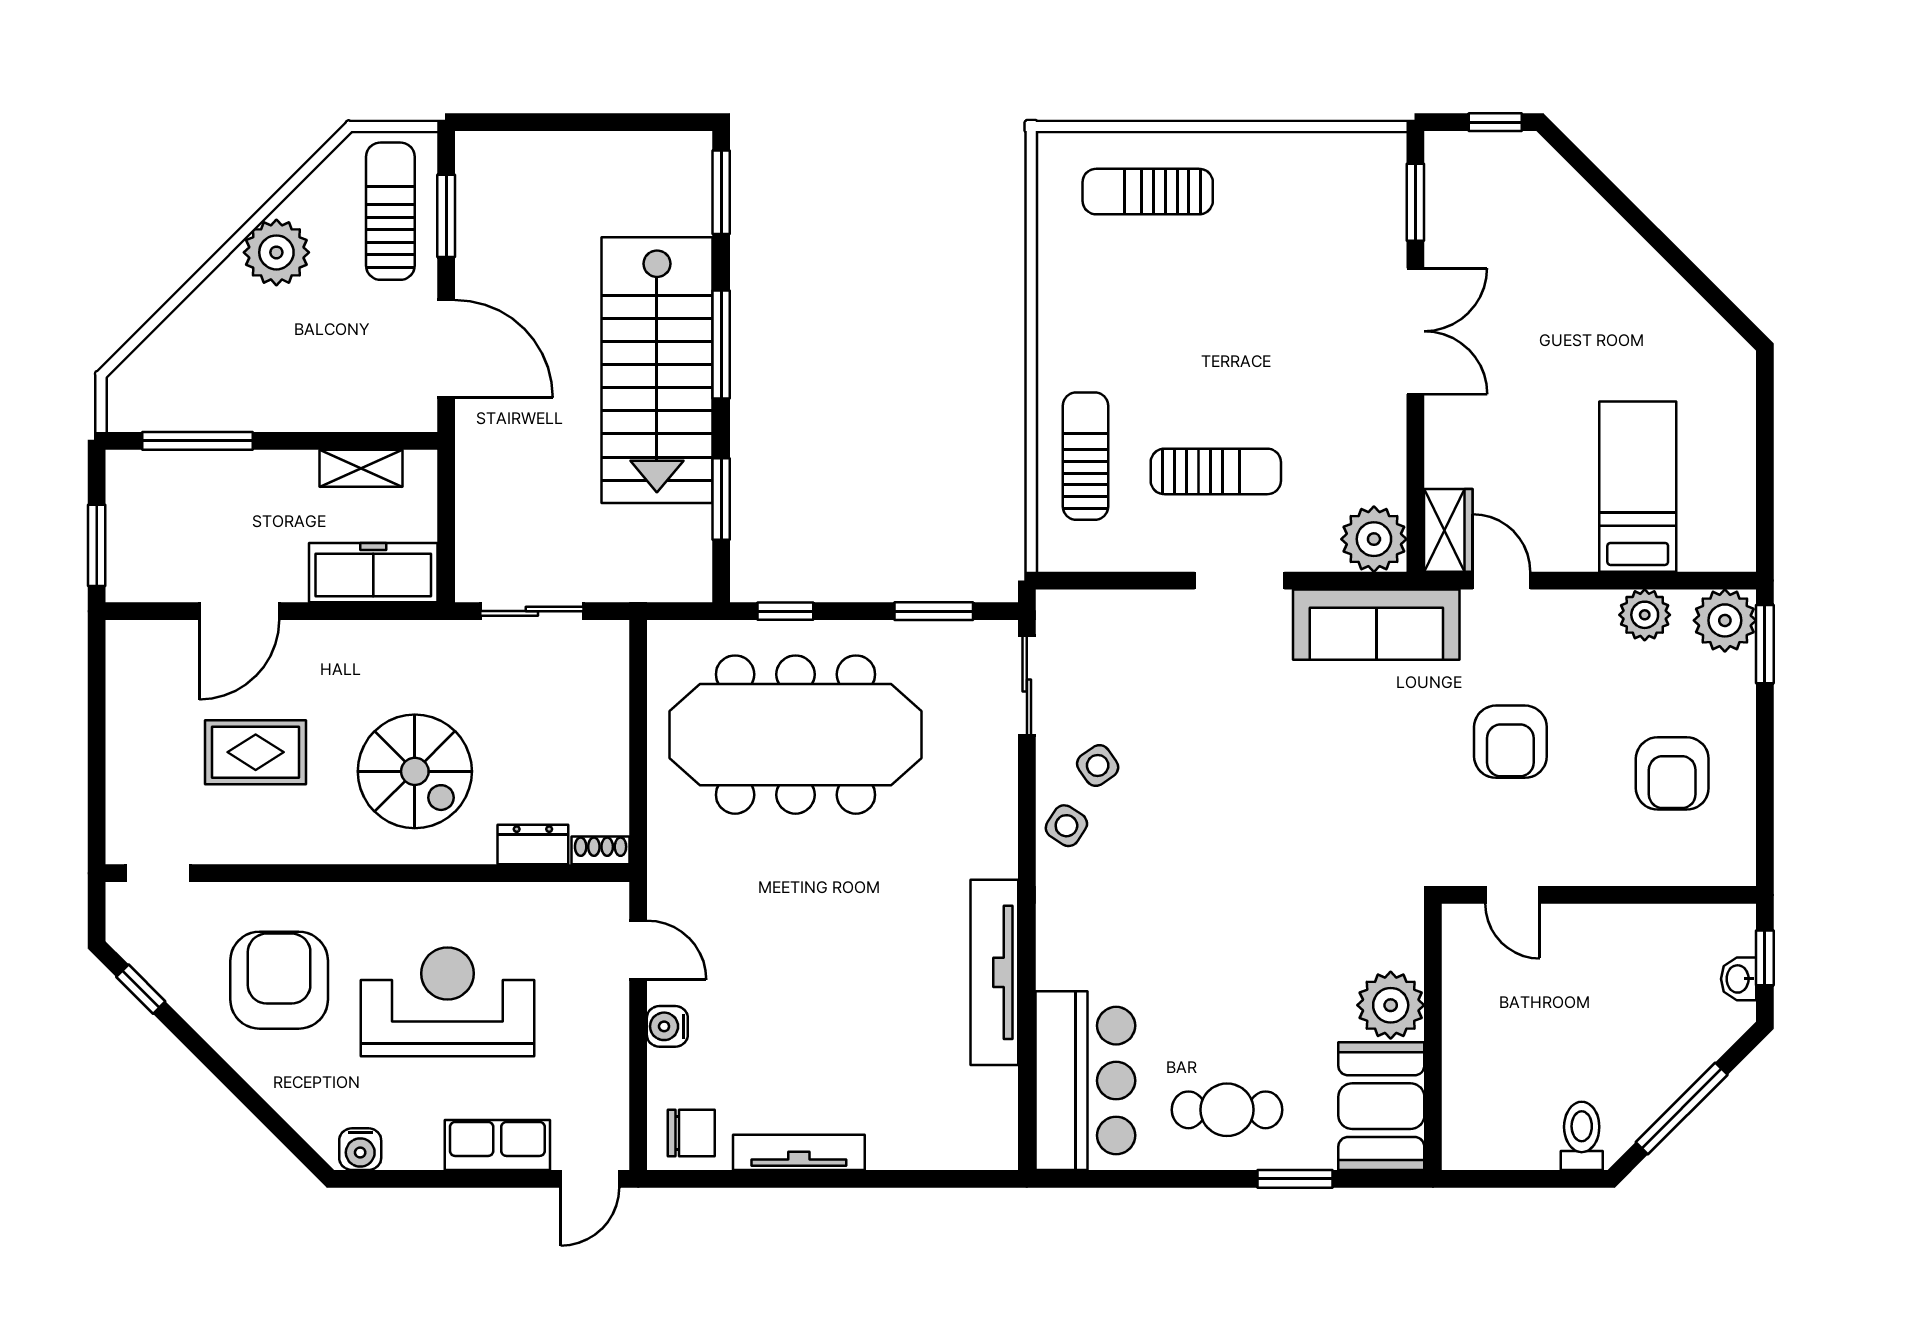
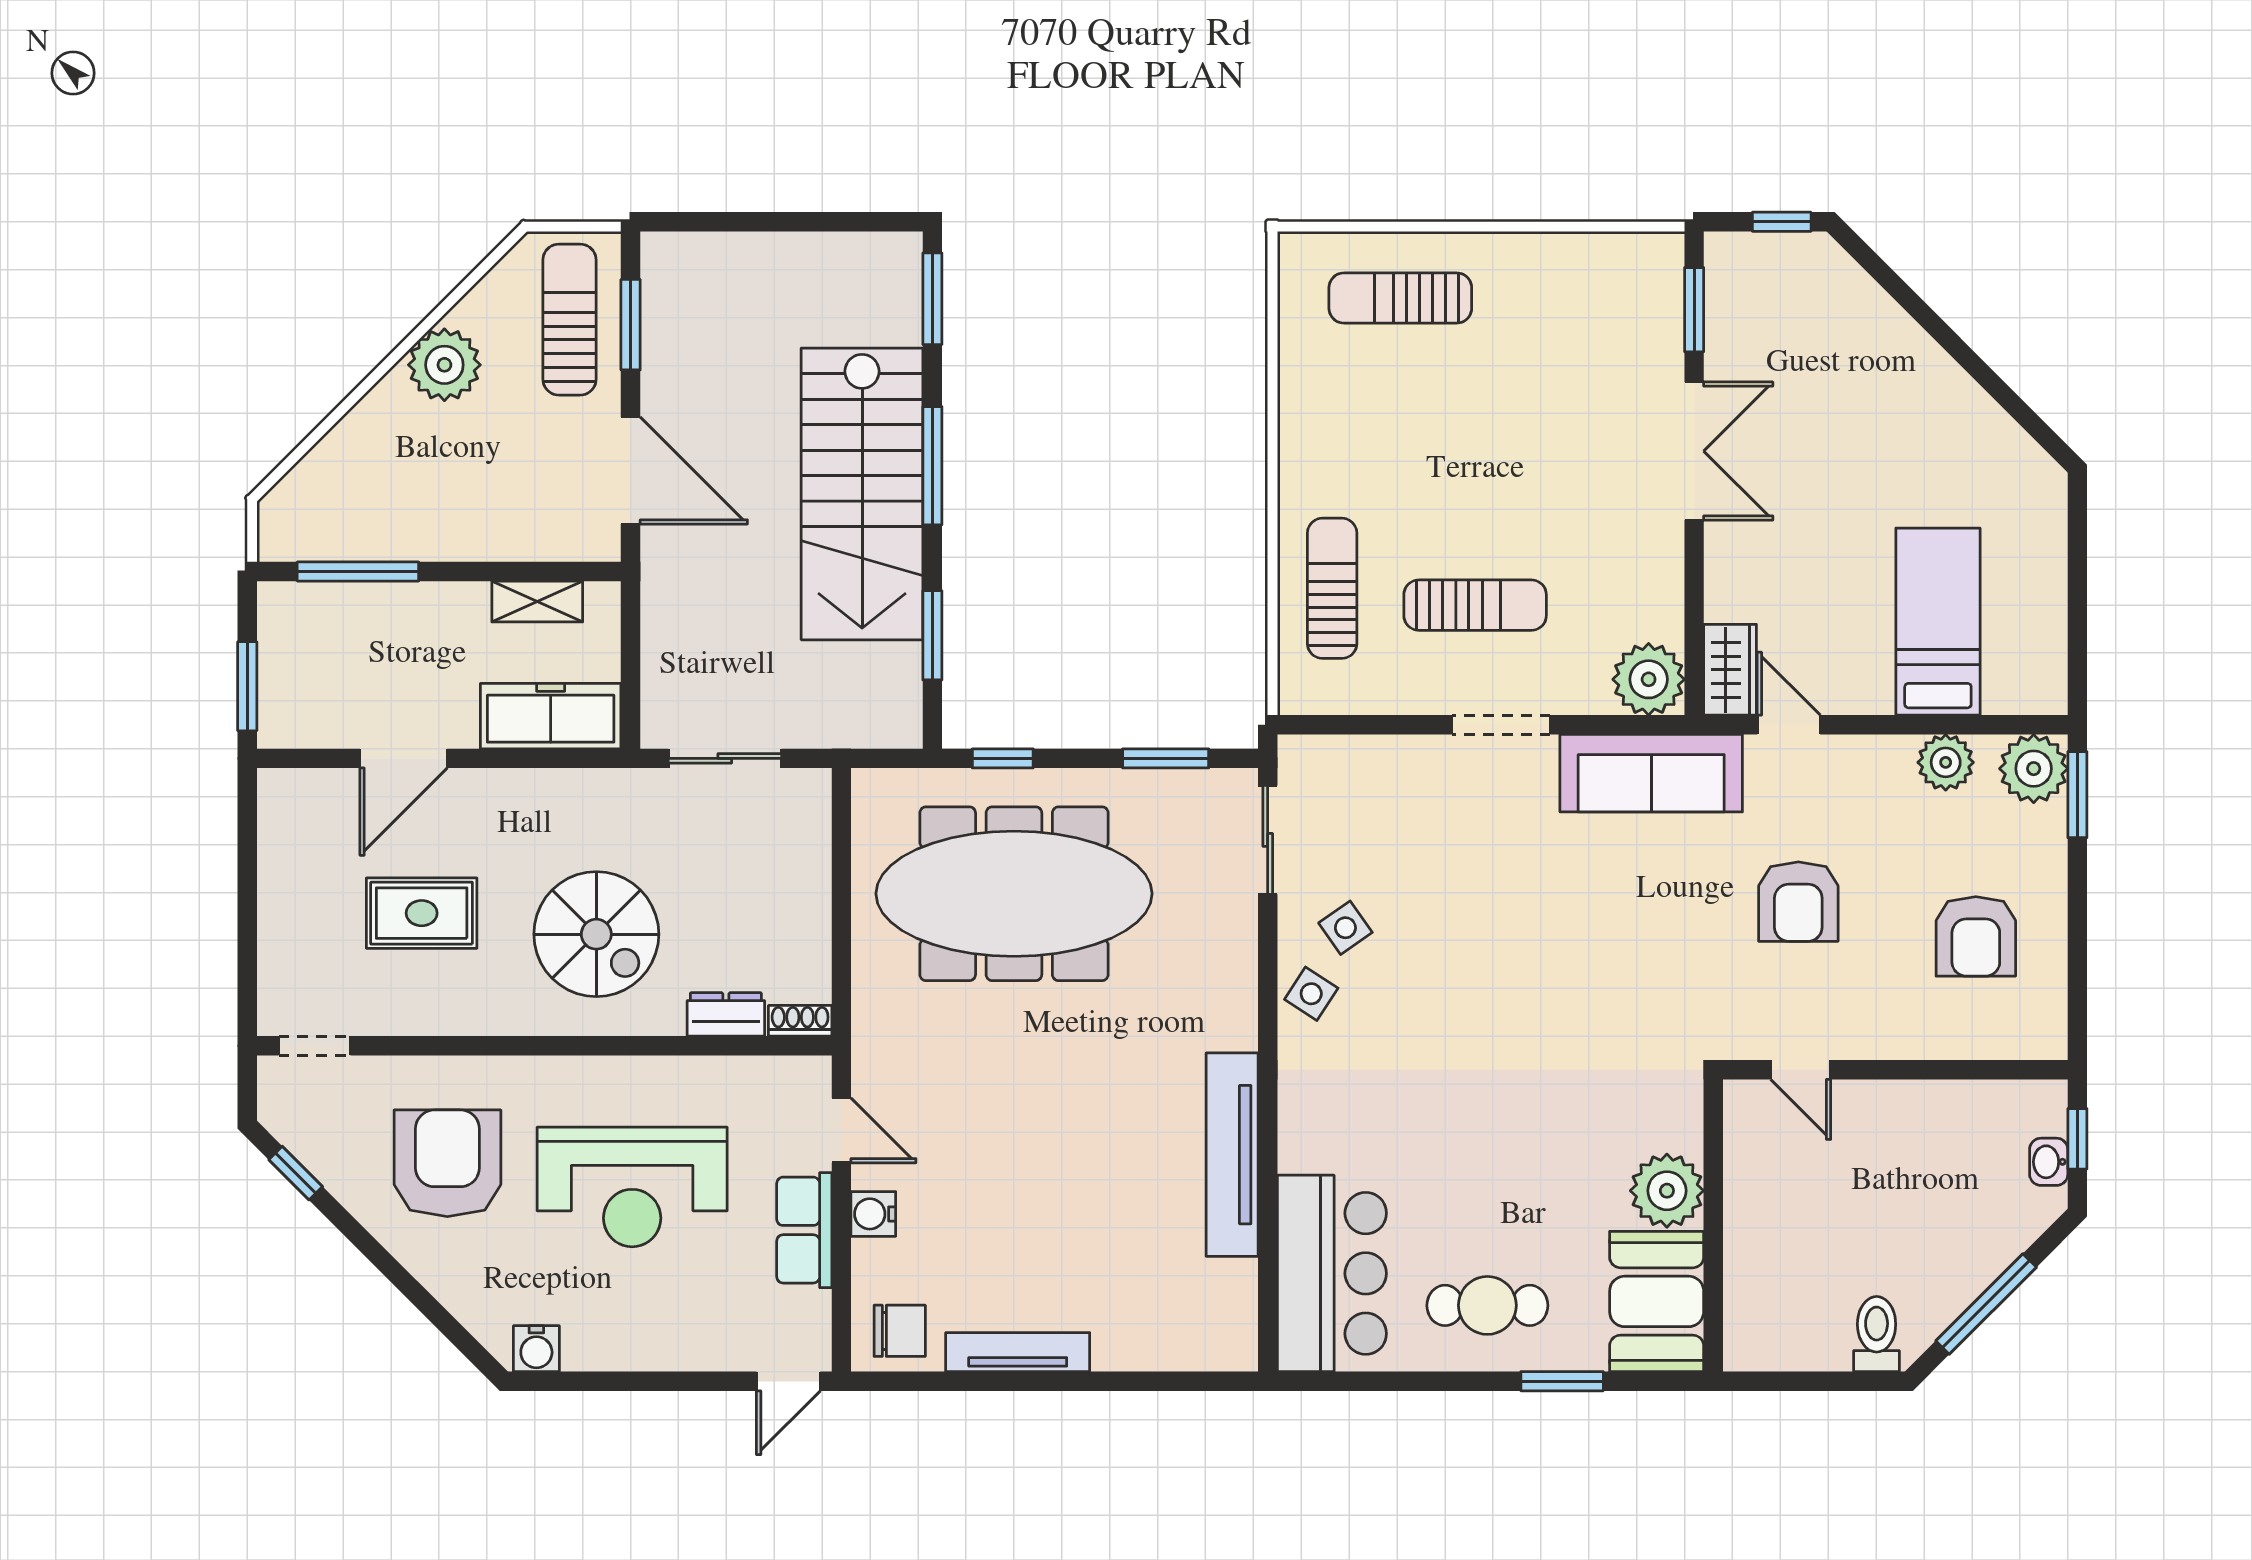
reception desk: (447, 1002) -> (632, 1187), turned 180
row of seats: (497, 1145) -> (804, 1230), moved, turned -90

